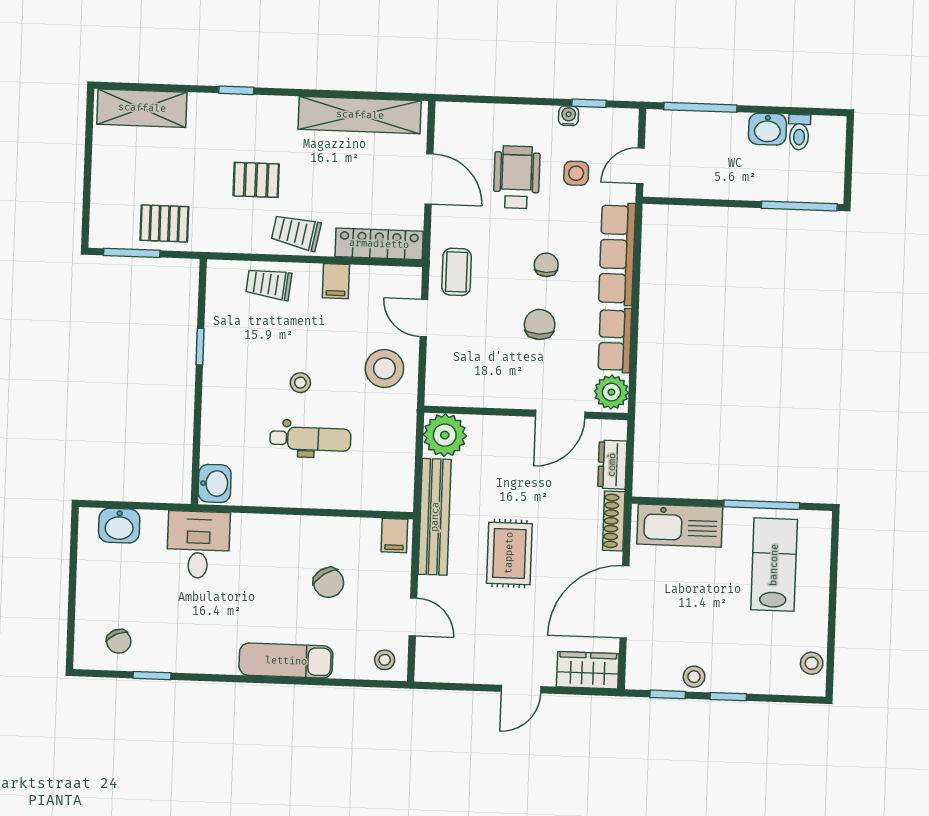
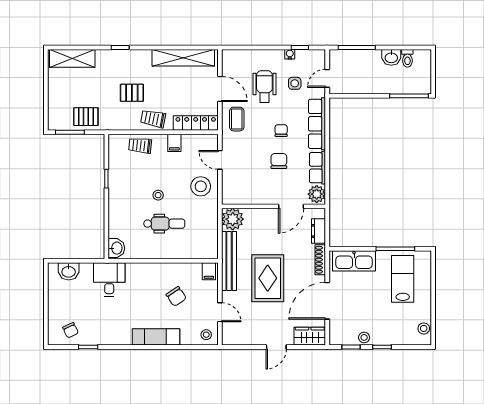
coffee table: (457, 272) -> (237, 119), moved
rug: (509, 553) -> (268, 278), width x1.36, depth x1.43

